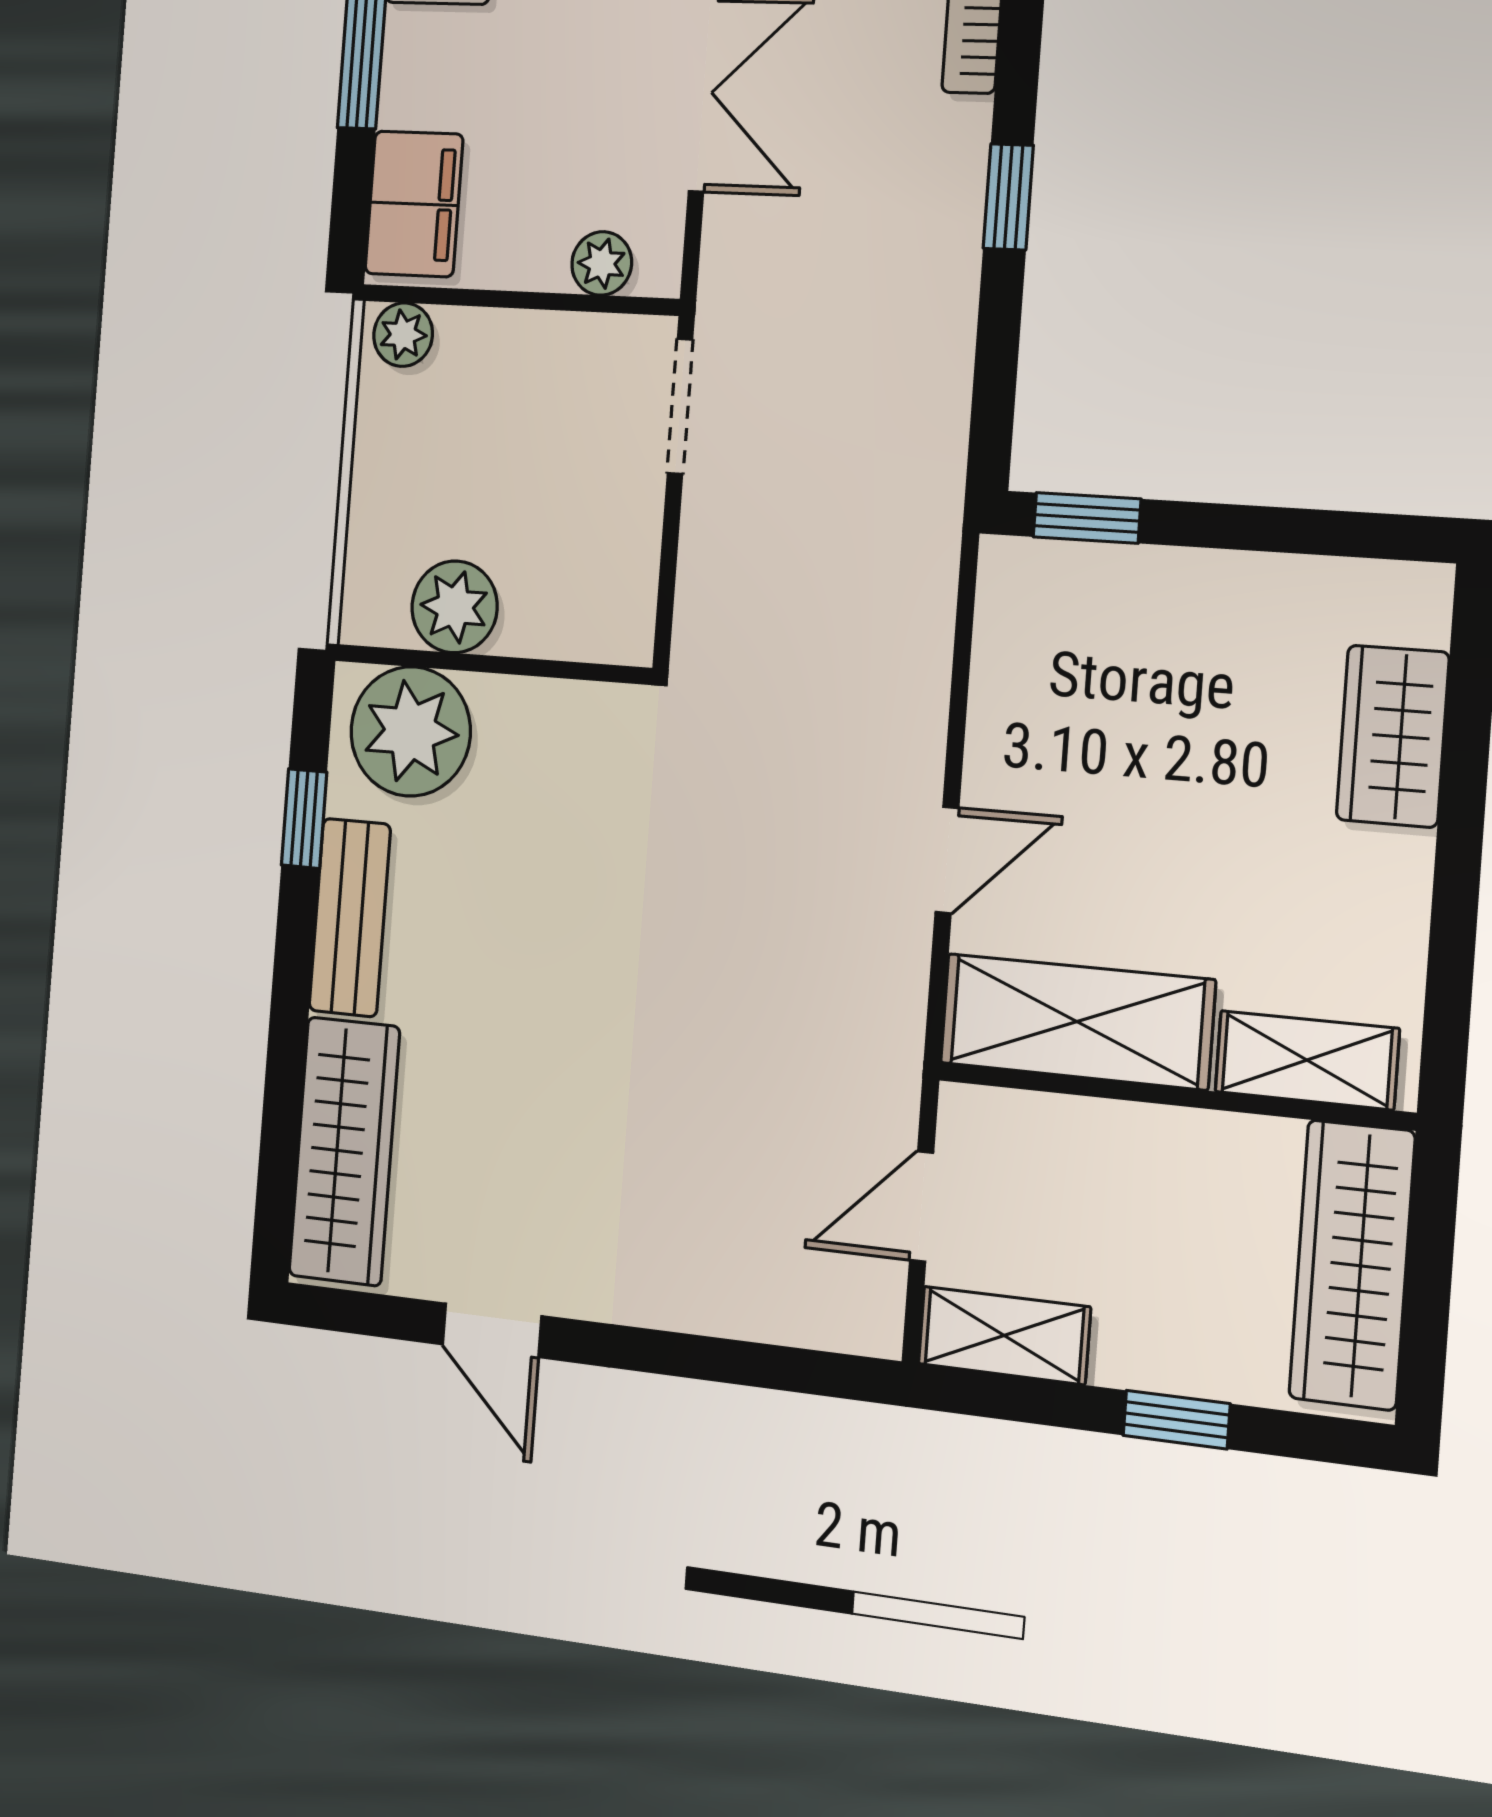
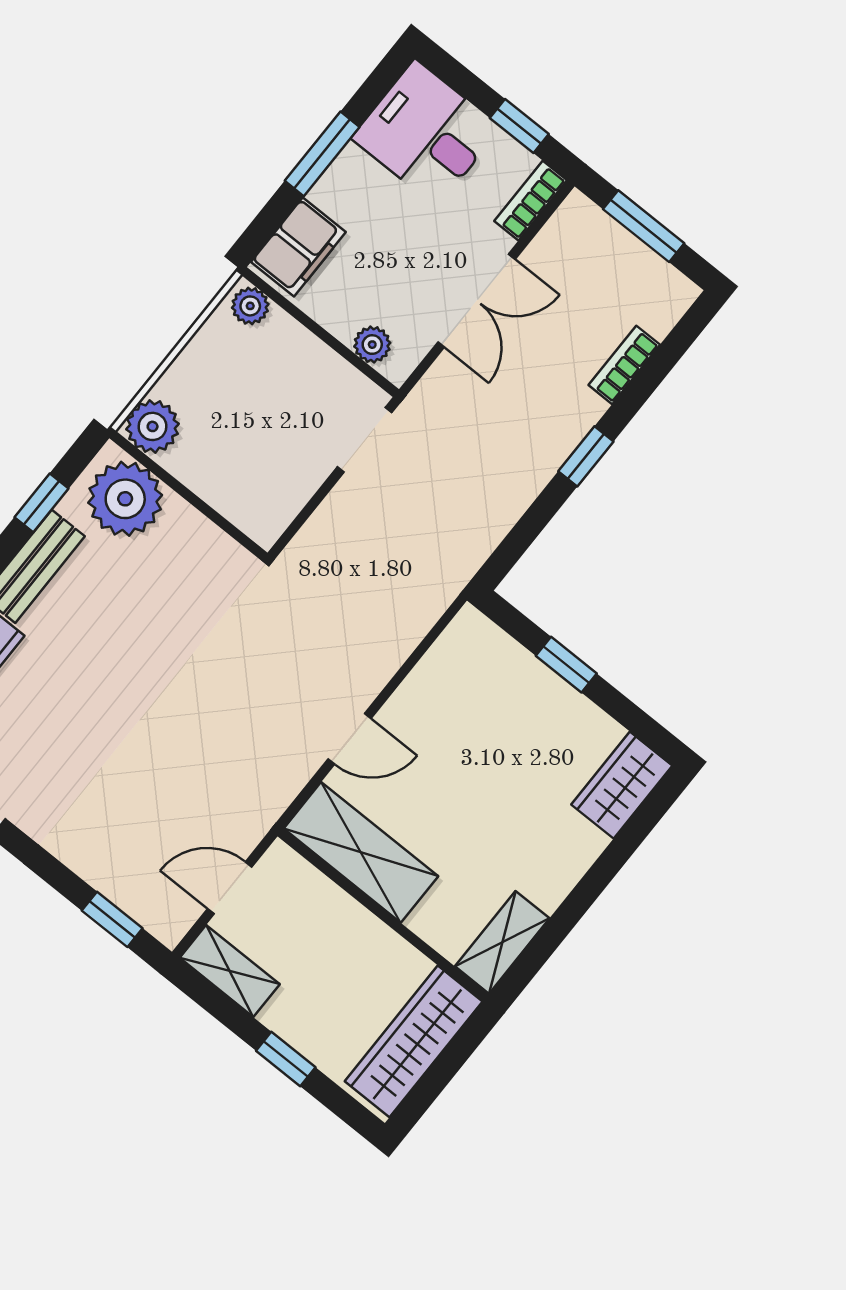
window: (1087, 518) -> (566, 665), moved
plant: (455, 607) -> (153, 426), moved
wardrobe: (1393, 736) -> (622, 785), moved
shelving: (1307, 1060) -> (502, 942), moved, turned 90
window: (785, 1368) -> (112, 919), added

